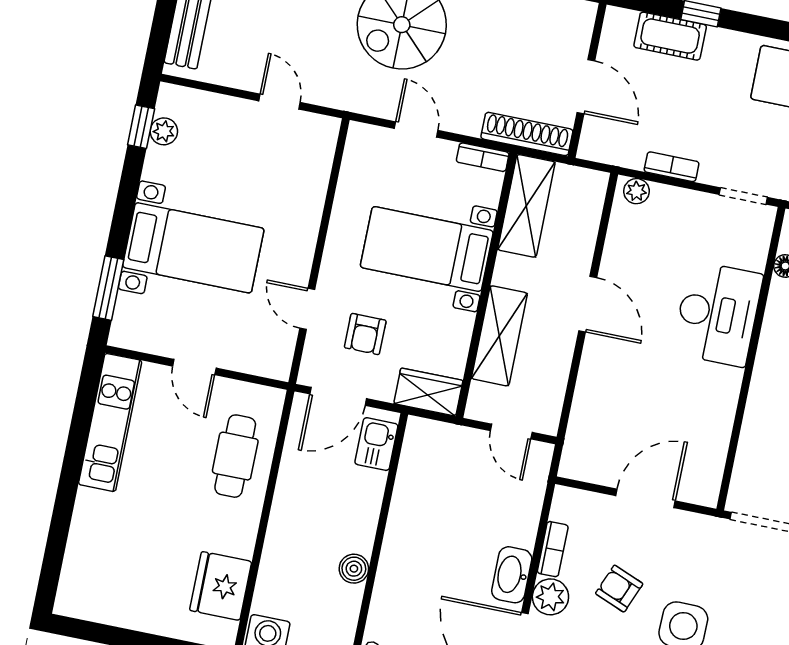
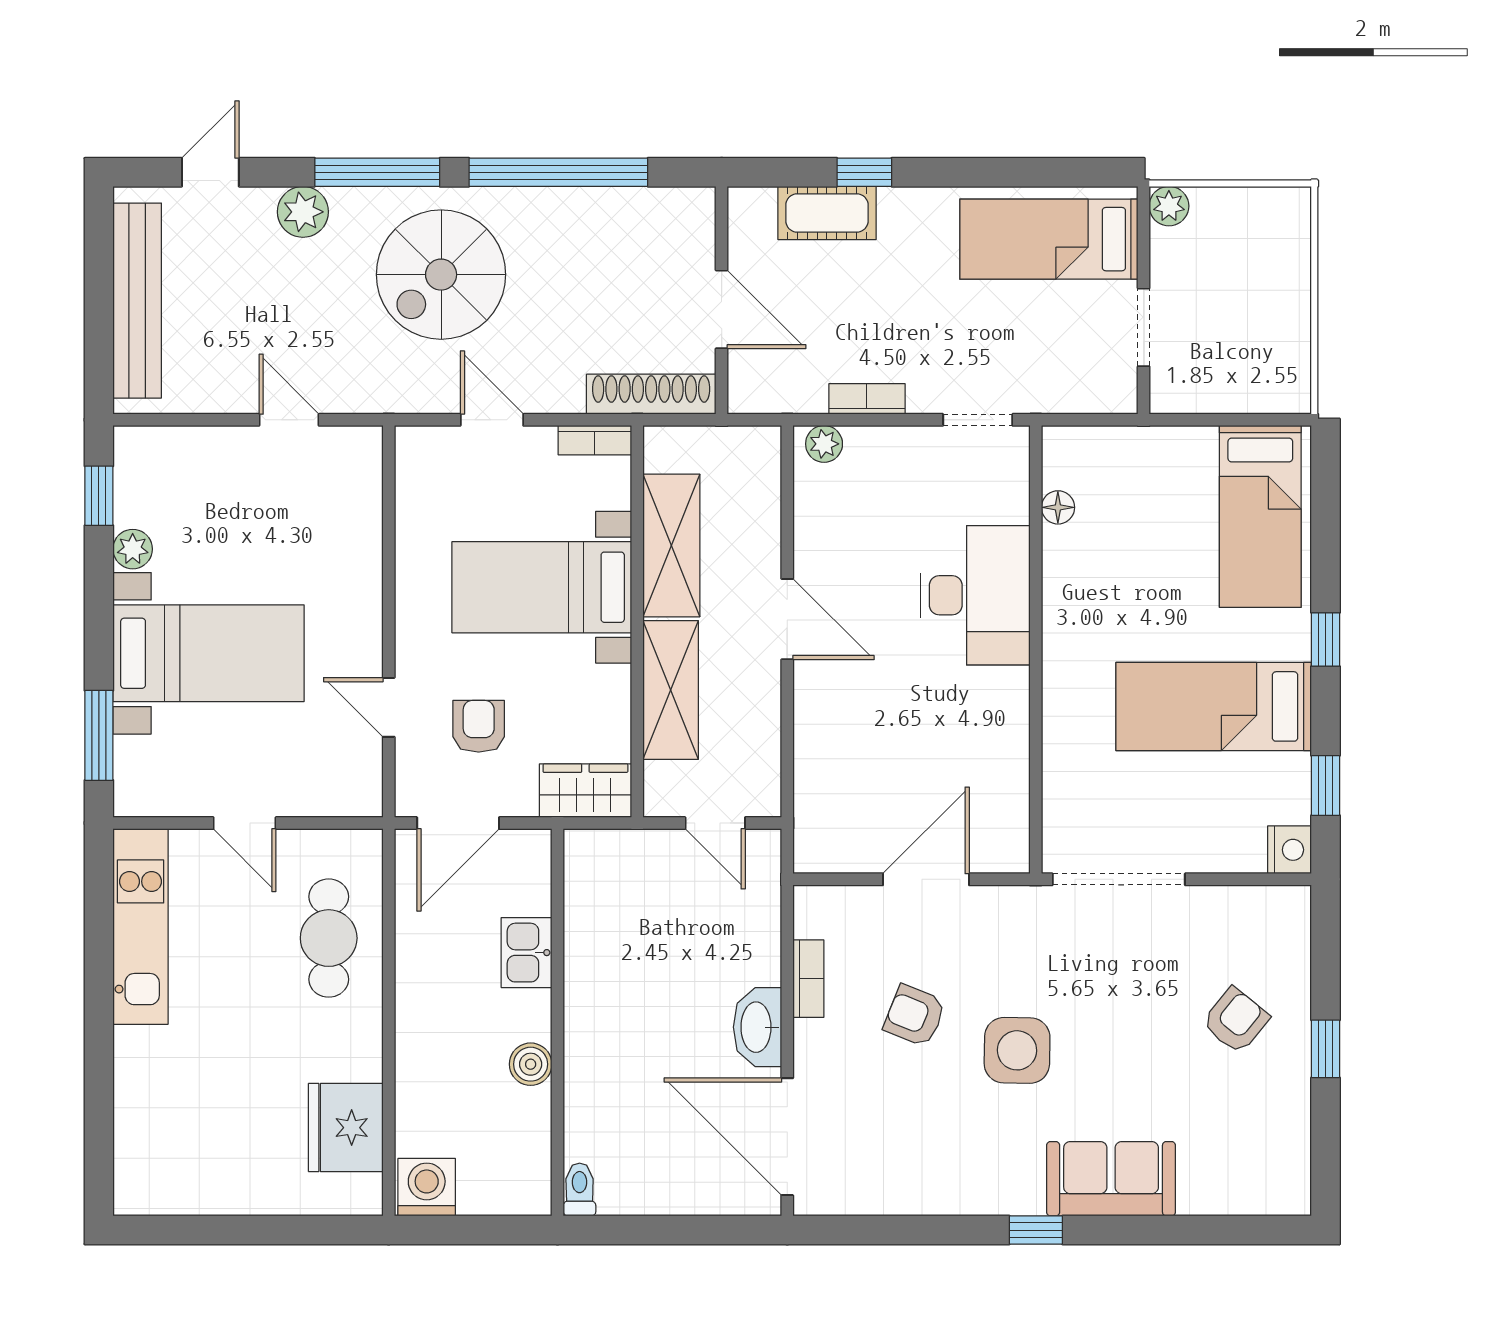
plant: (164, 131) -> (133, 549), moved
shelving: (526, 206) -> (671, 545), moved
armchair: (365, 334) -> (479, 726), turned 180
kitchen sink: (376, 444) -> (526, 953), moved
plant: (550, 597) -> (819, 1047), removed

